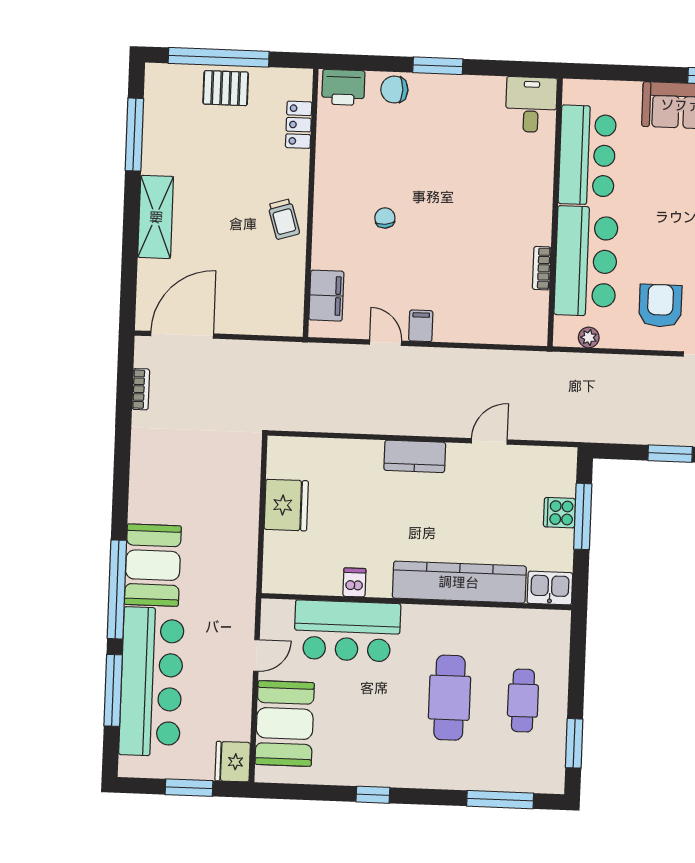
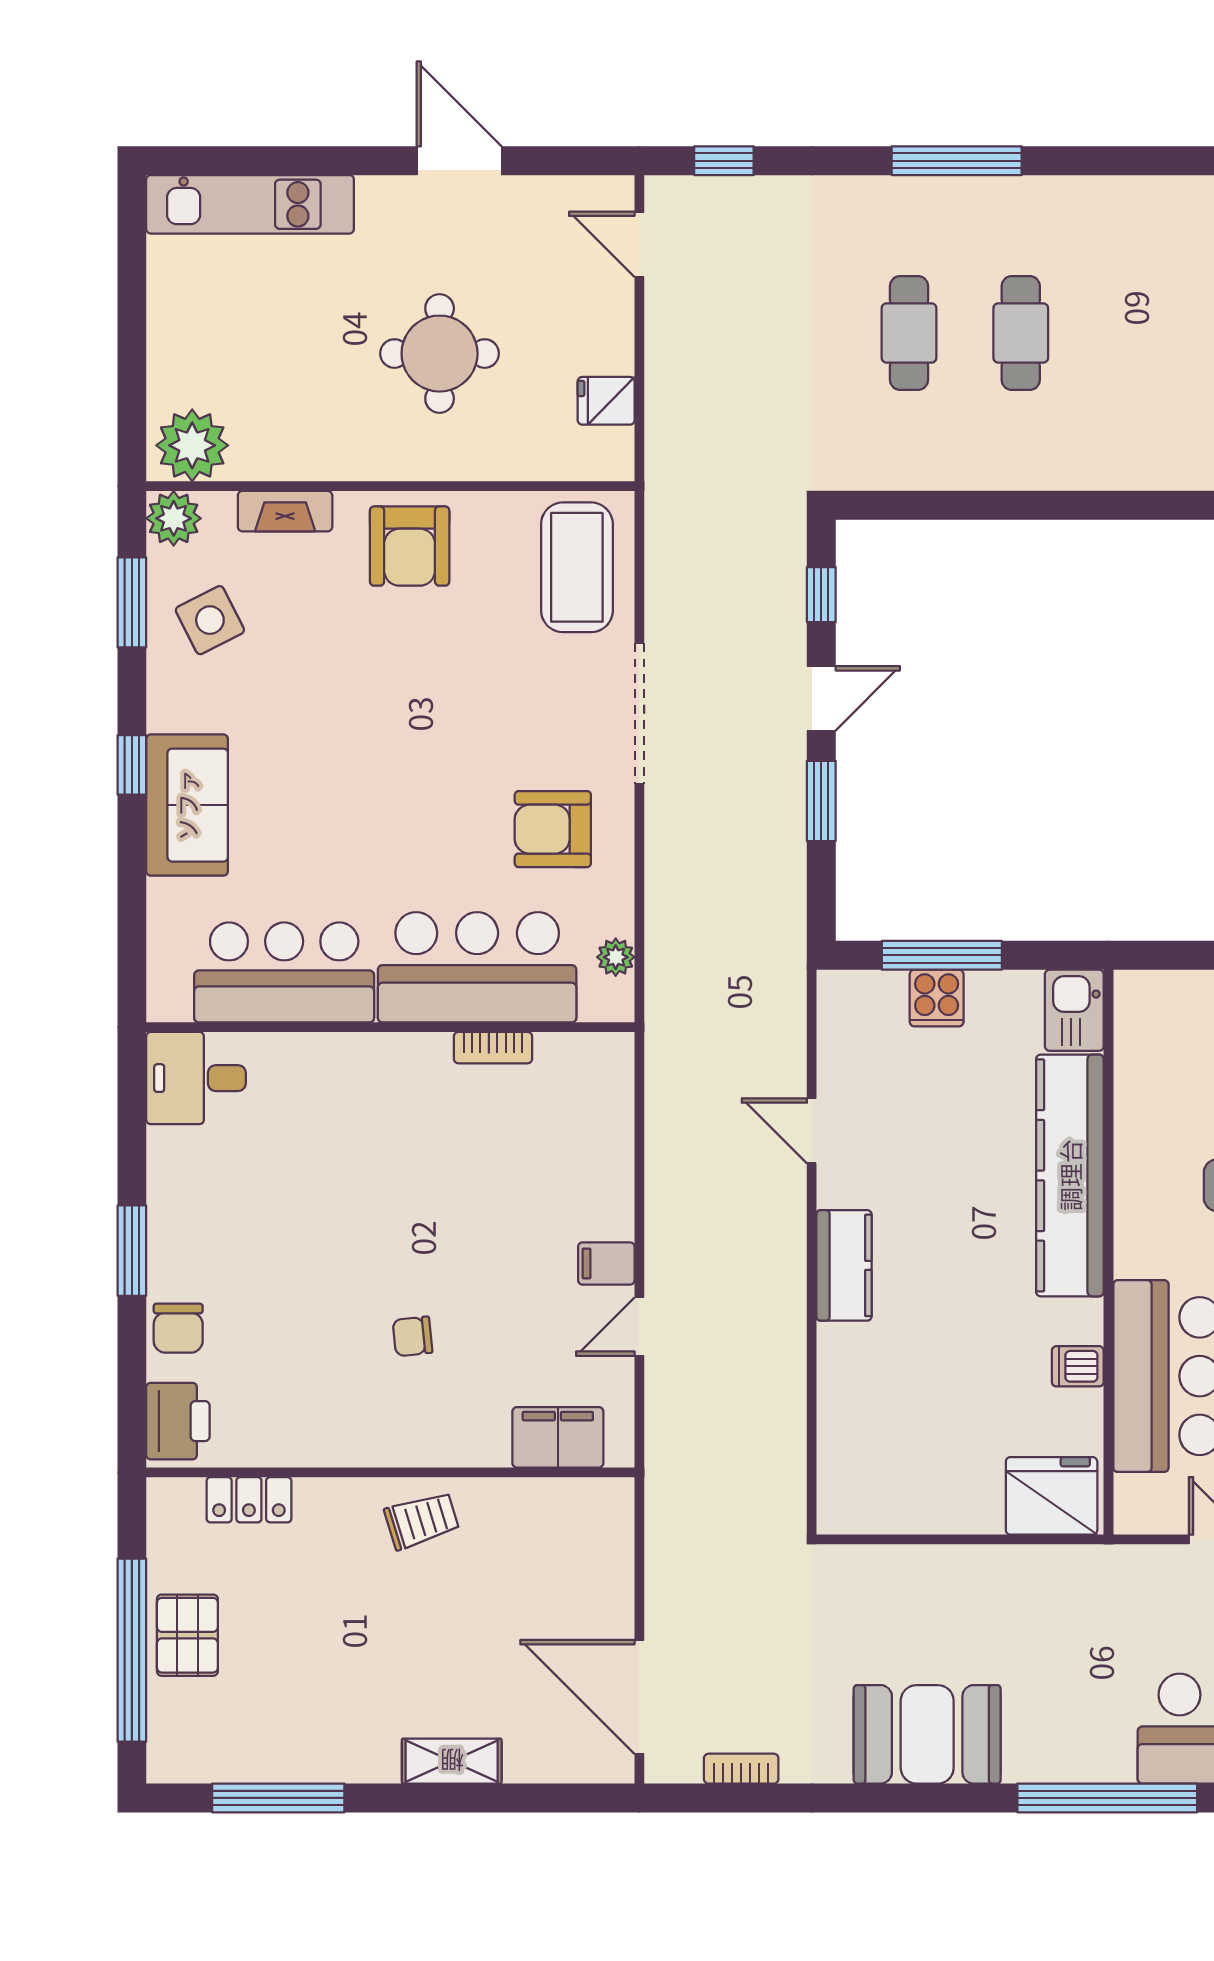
shelving: (156, 217) -> (452, 1761), width x0.67, depth x0.75
fridge: (286, 505) -> (1052, 1496), moved
booth: (153, 565) -> (927, 1734), moved

